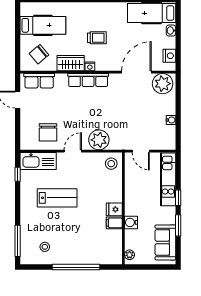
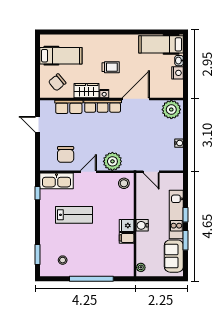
nightstand: (169, 56) -> (178, 73), moved
door: (136, 72) -> (136, 99), moved
row of seats: (39, 81) -> (69, 107), moved
kitchen unit: (168, 179) -> (176, 214), moved
water cooler: (131, 222) -> (142, 225), moved
window: (18, 241) -> (38, 255), width x0.69

